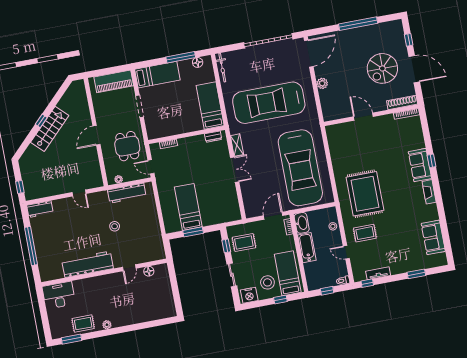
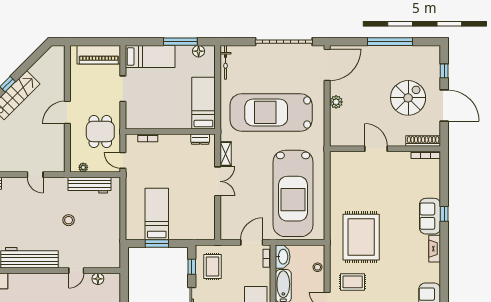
spiral stairs: (382, 68) -> (408, 98), turned 180
rug: (244, 242) -> (213, 267), turned 90

